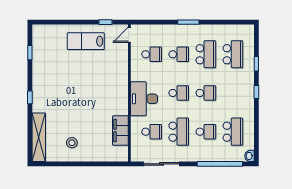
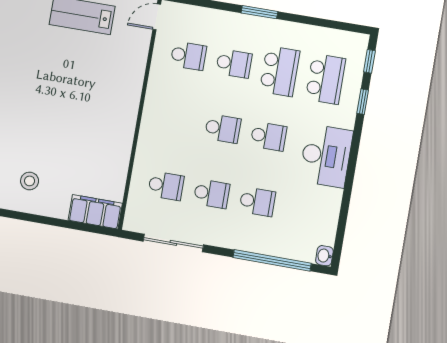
window: (256, 92) -> (369, 61), moved
desk: (144, 99) -> (326, 156), moved, turned 180
filing cabinet: (120, 131) -> (95, 212), moved, turned 90
school desk: (179, 132) -> (212, 194), width x0.54
school desk: (233, 132) -> (303, 210), removed

